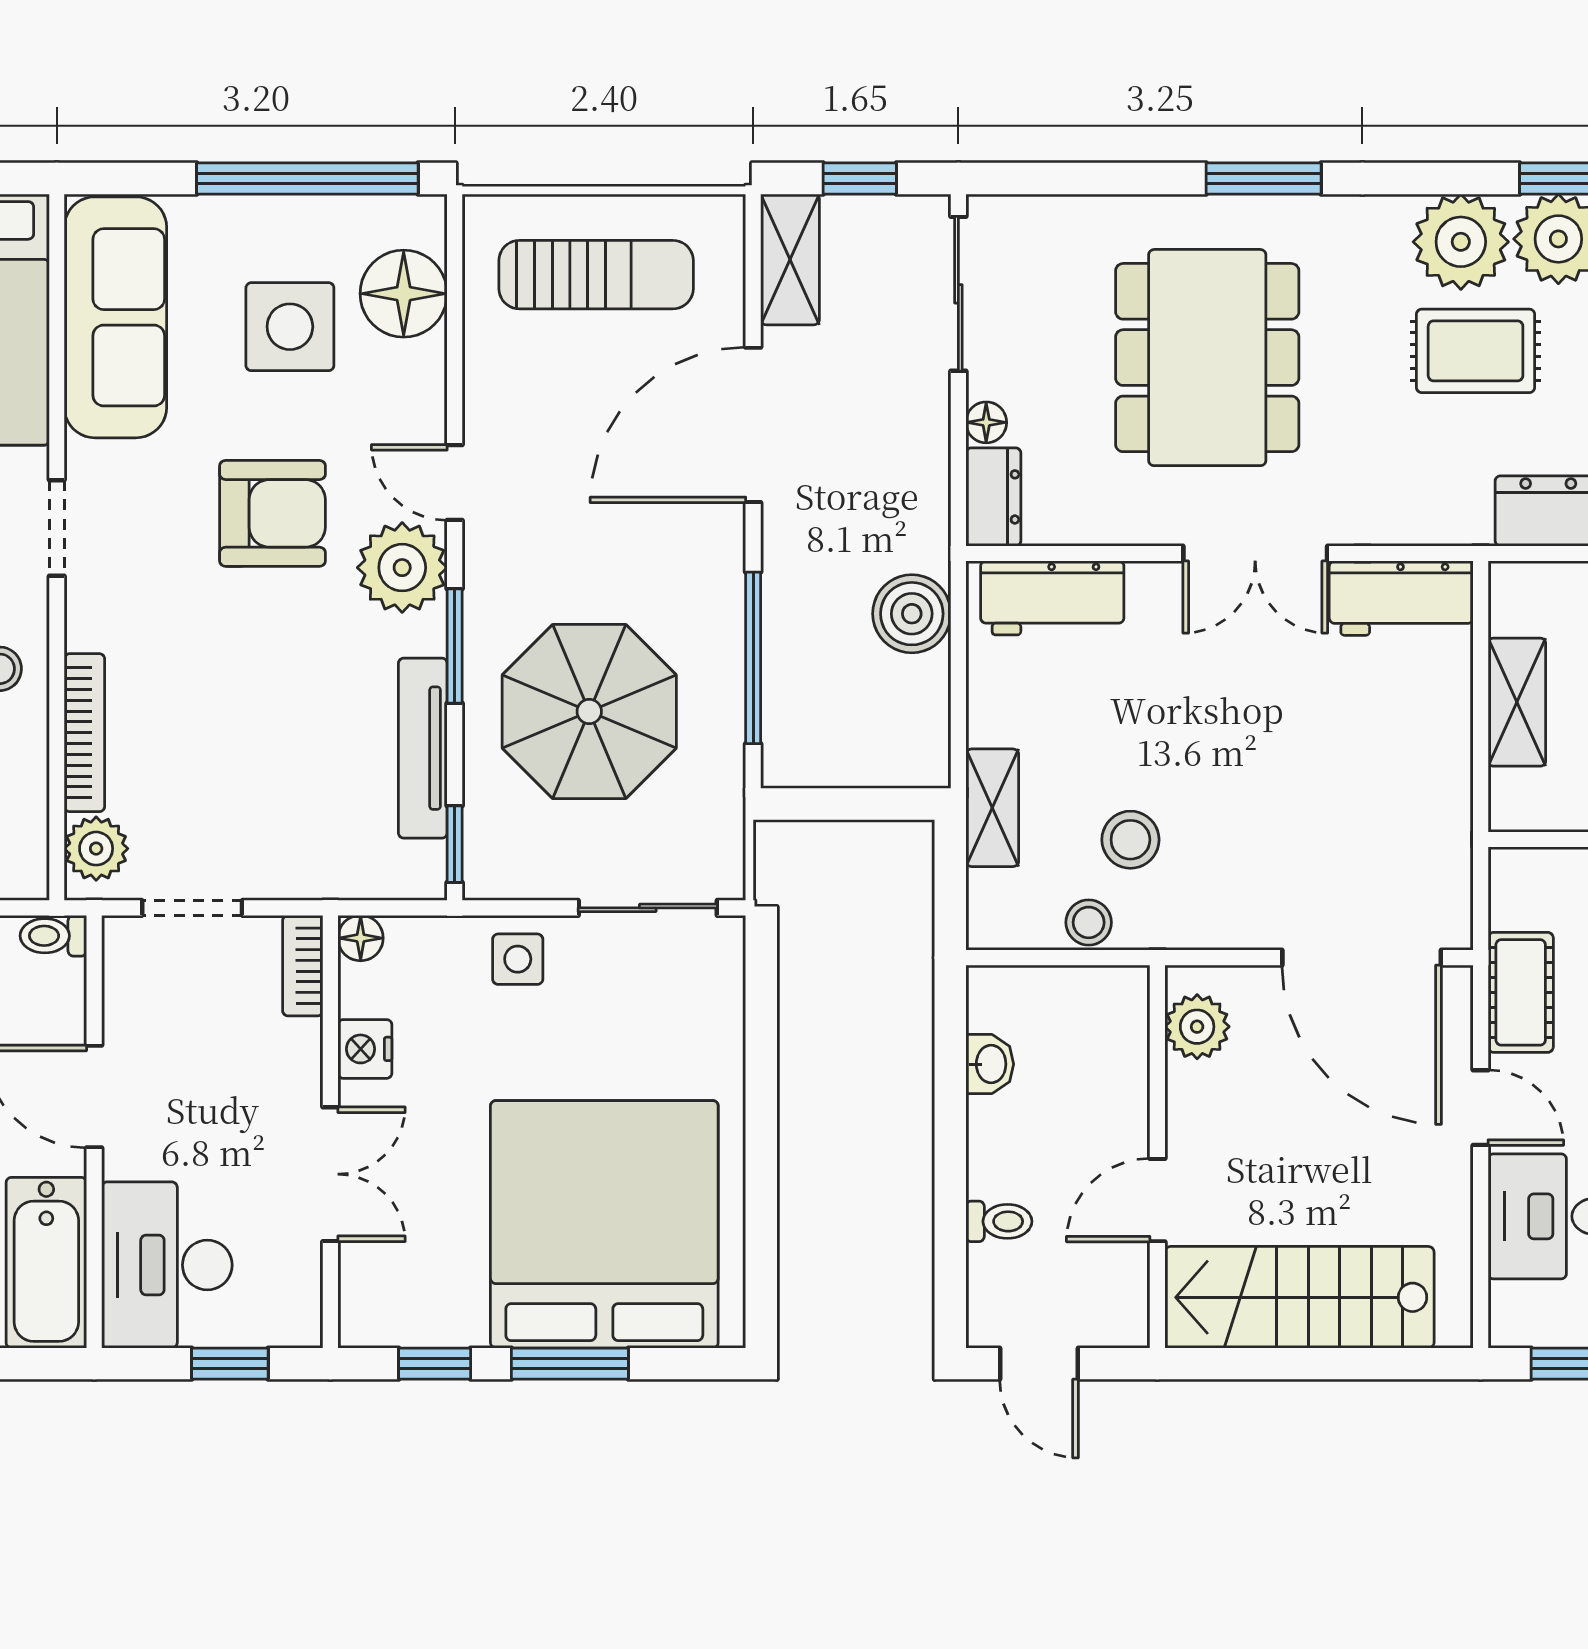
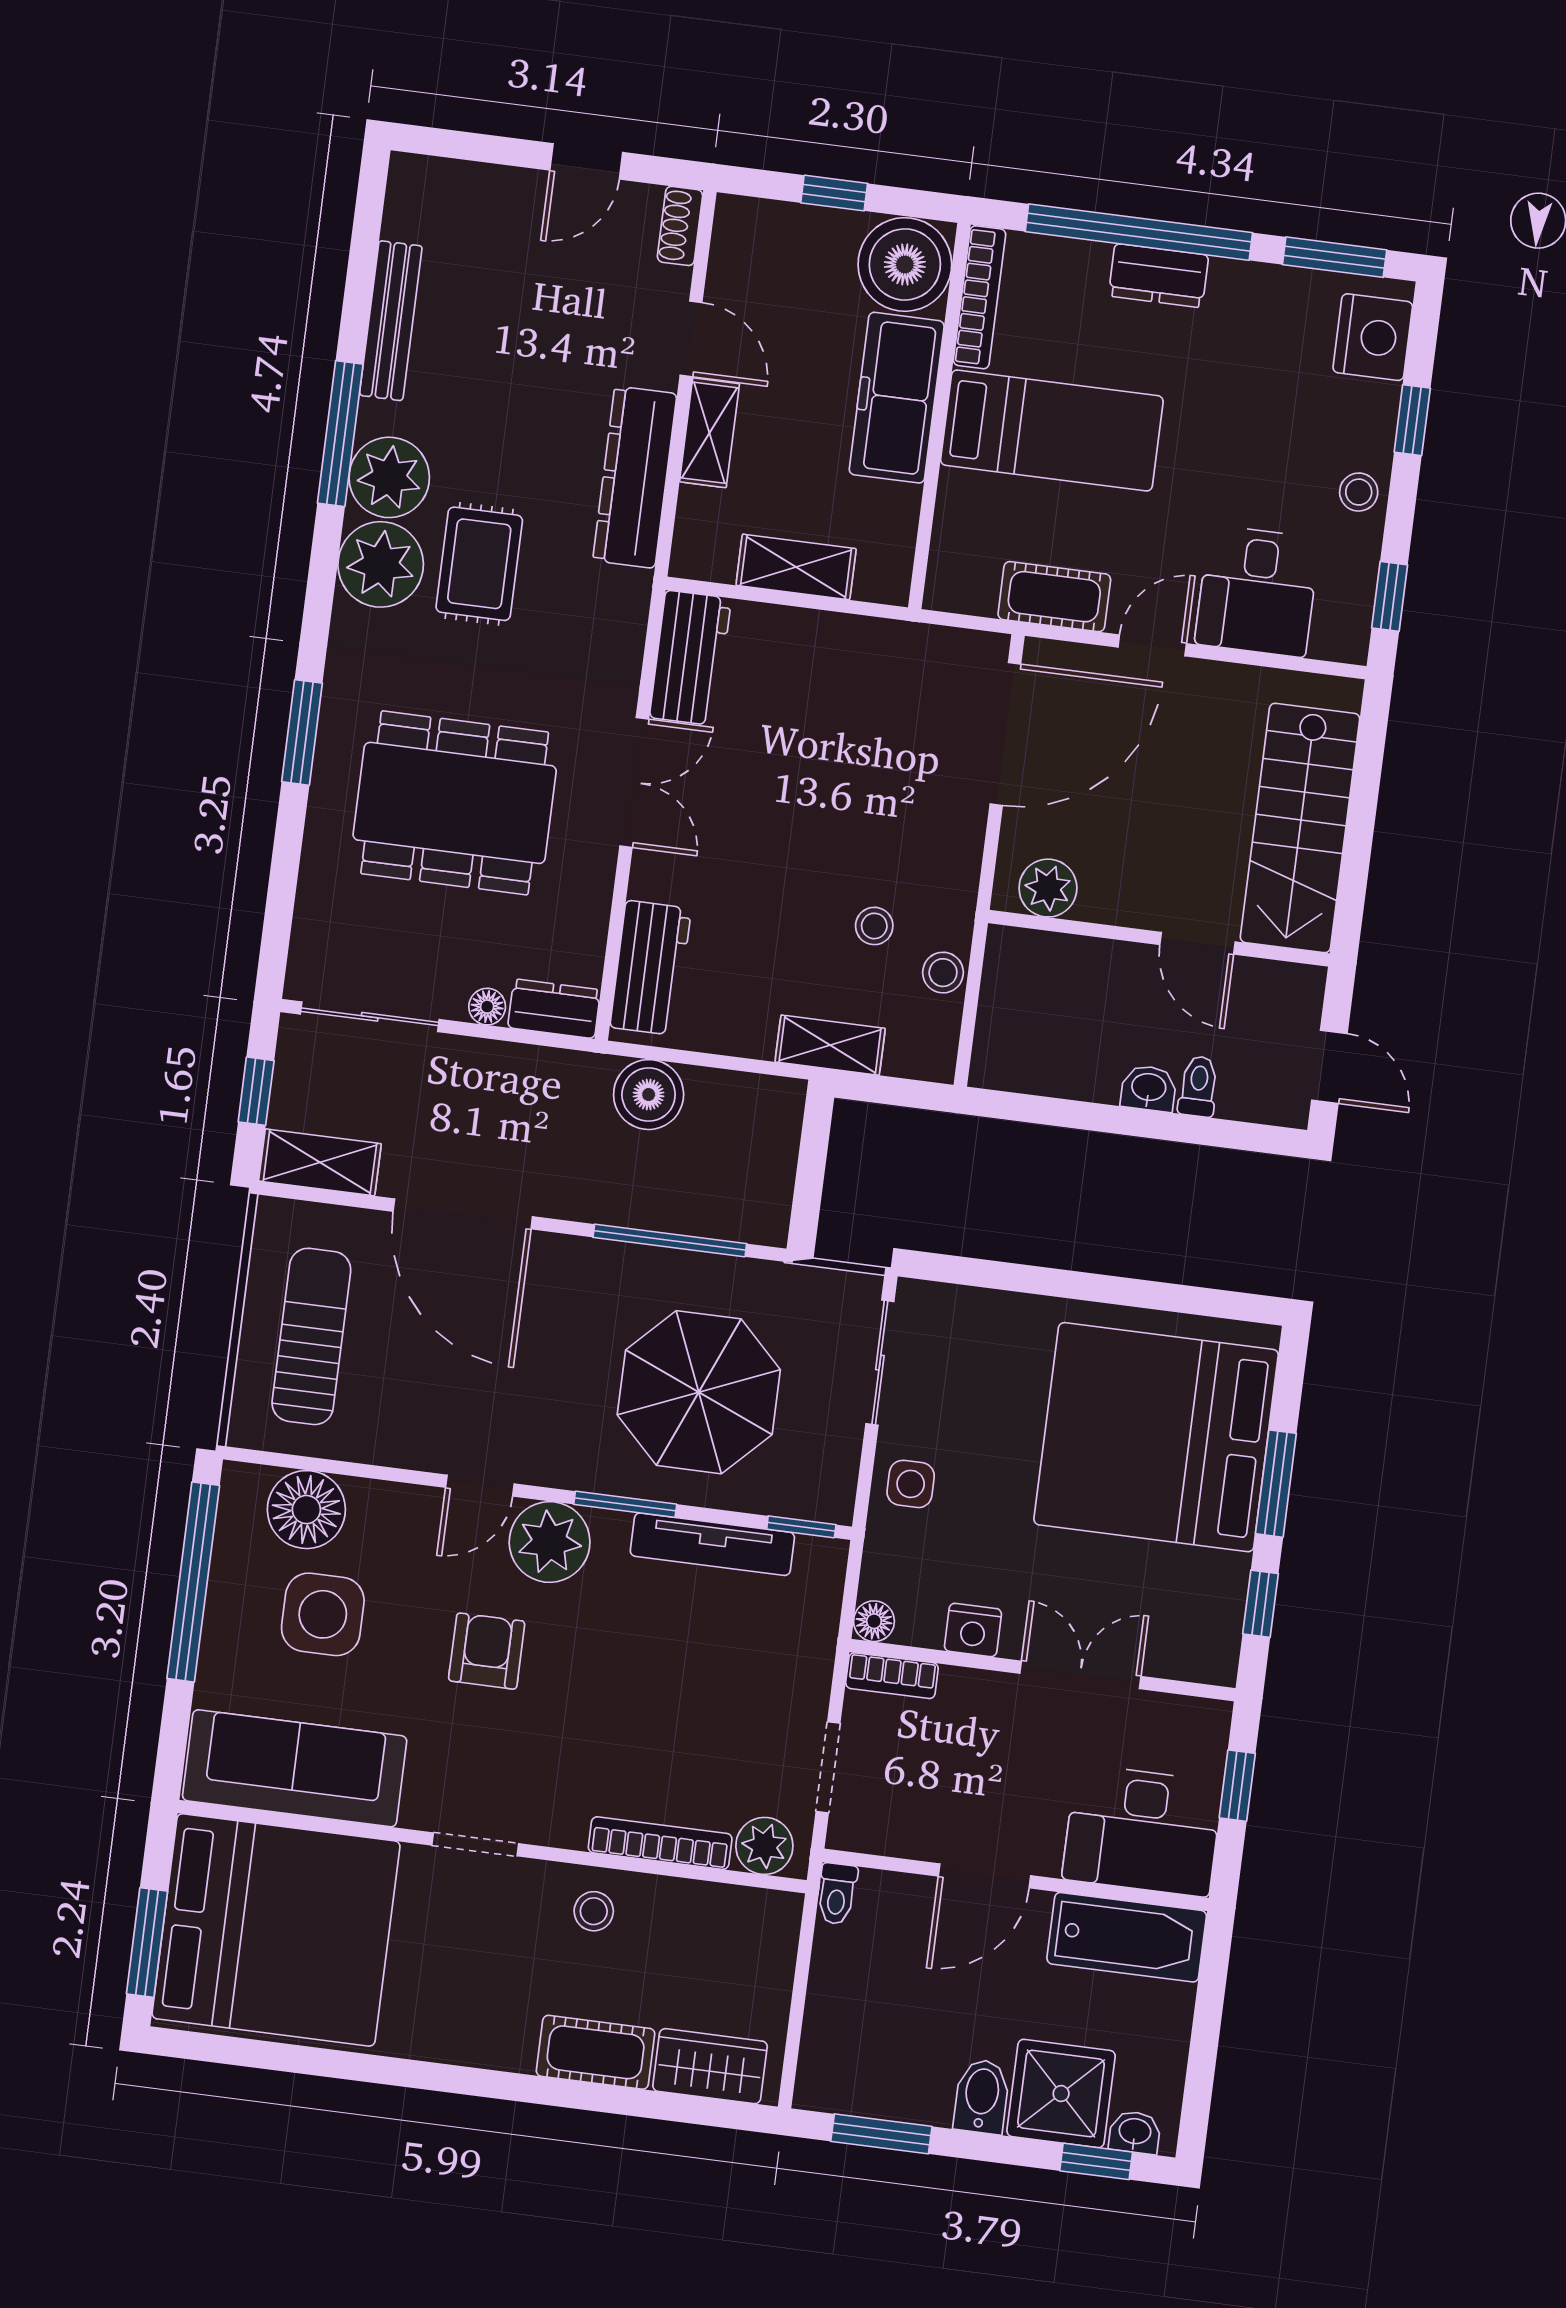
armchair: (273, 513) -> (487, 1651), width x0.72, depth x0.72
stool: (1130, 840) -> (874, 926), width x0.73, depth x0.73
washbasin: (990, 1064) -> (1149, 1088), moved
door: (1039, 1364) -> (1329, 1067), hinge flipped

